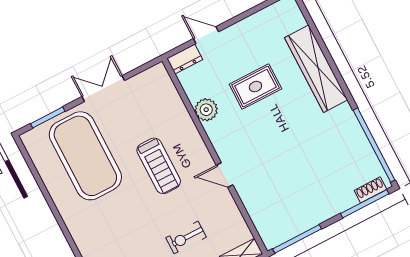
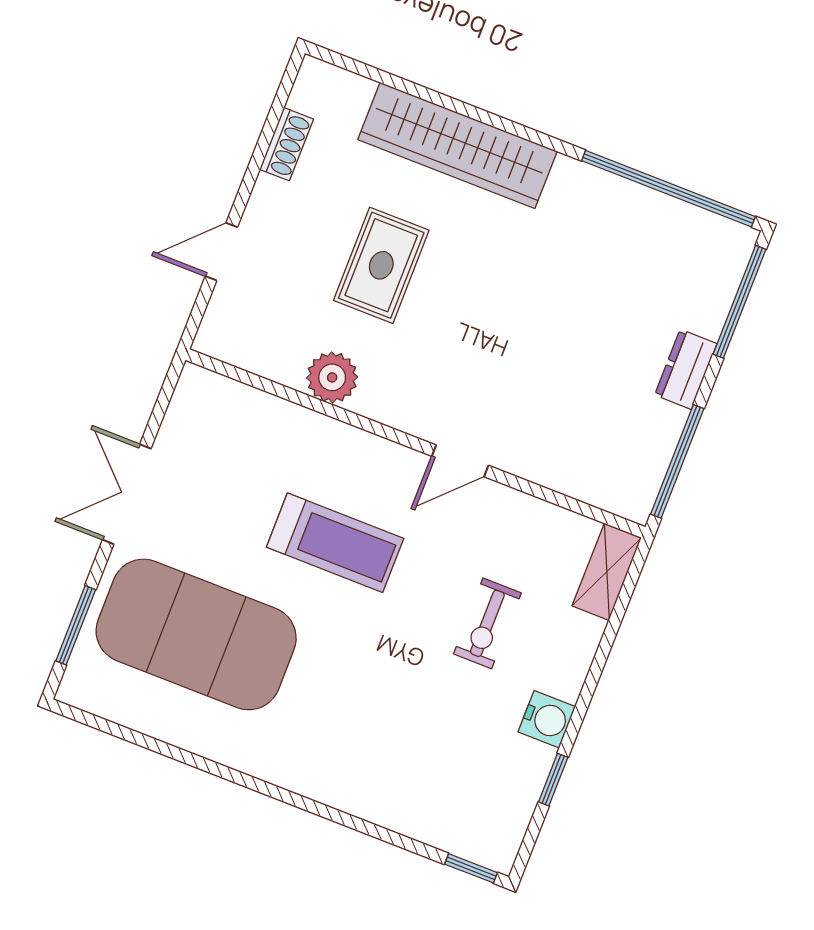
dresser: (185, 59) -> (686, 369), moved, turned 180
shoe rack: (370, 190) -> (287, 144), moved, turned 180

